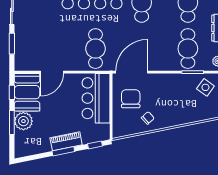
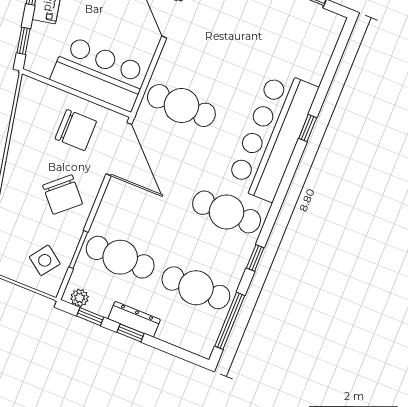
chair: (148, 118) -> (63, 195), moved, width x1.87, depth x1.87

